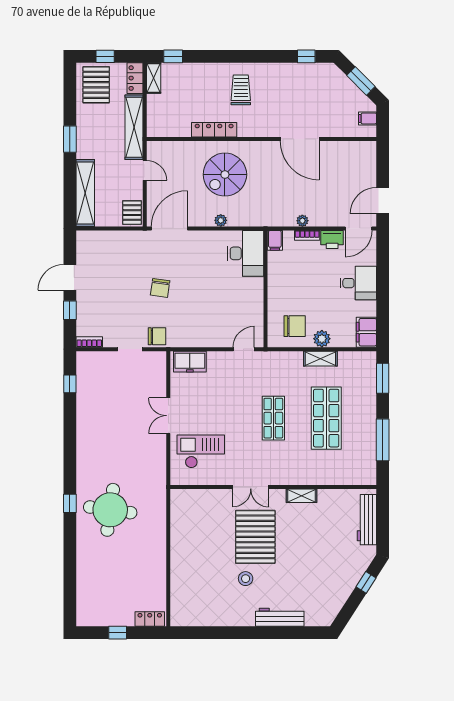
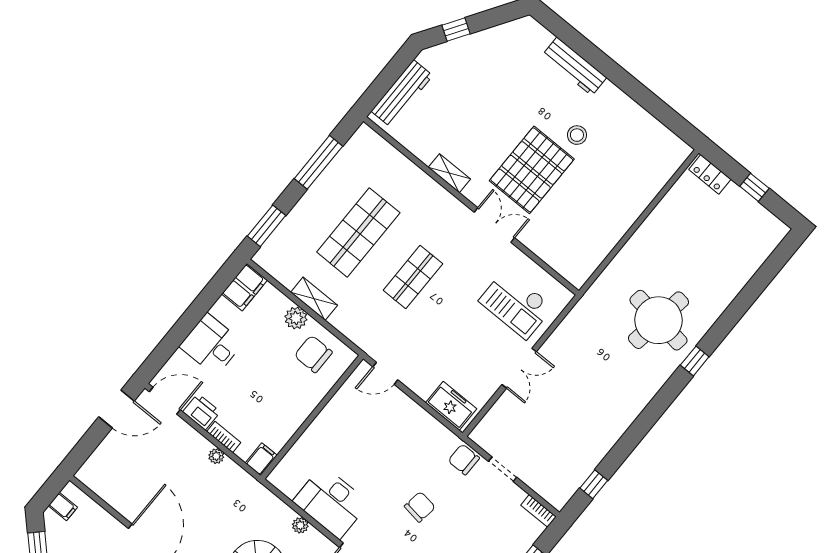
desk: (245, 253) -> (331, 502), moved, turned -90

